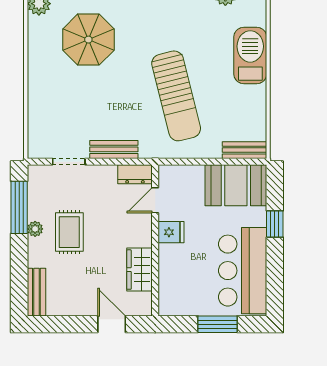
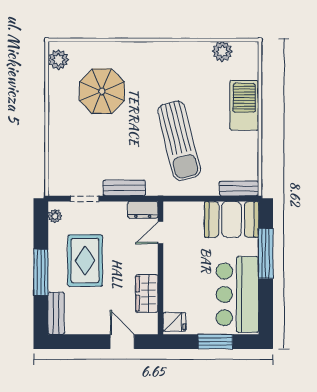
window: (19, 207) -> (41, 272), moved
window: (275, 224) -> (266, 253), width x2.17
plant: (35, 229) -> (55, 216), moved
rug: (69, 232) -> (85, 261), width x1.36, depth x1.43
fridge: (171, 232) -> (174, 322), moved

